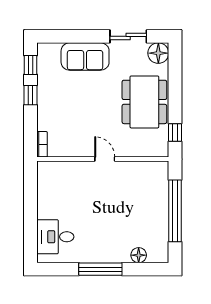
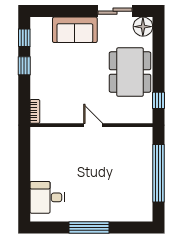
floor lamp: (139, 255) -> (125, 214), removed

